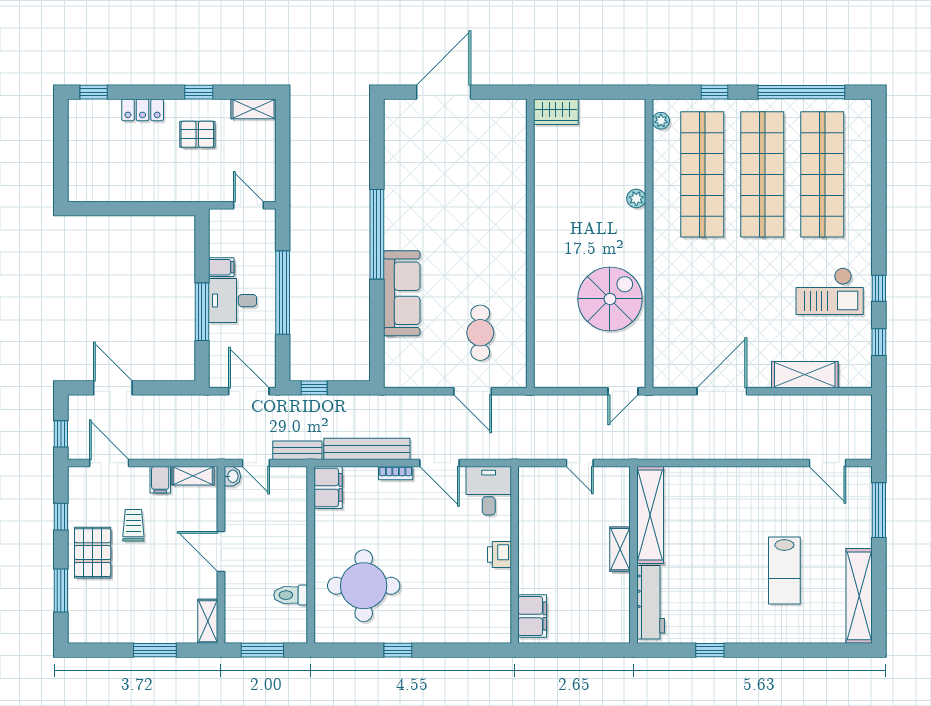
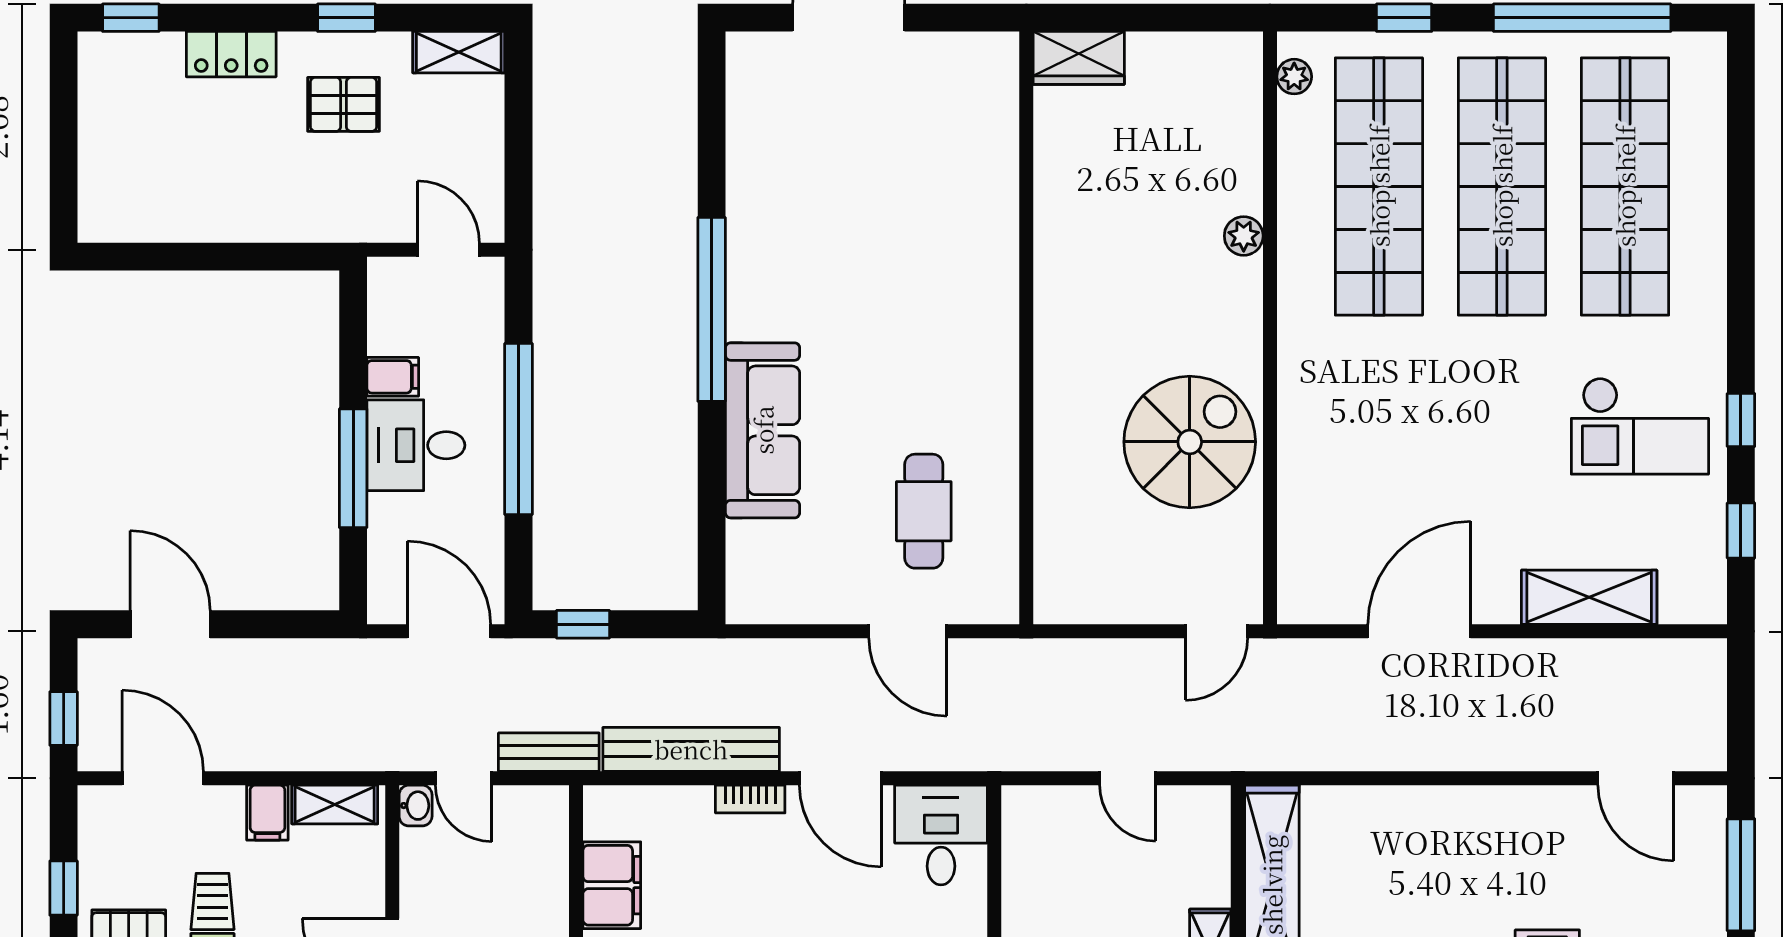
filing cabinet: (328, 487) -> (612, 885), moved

